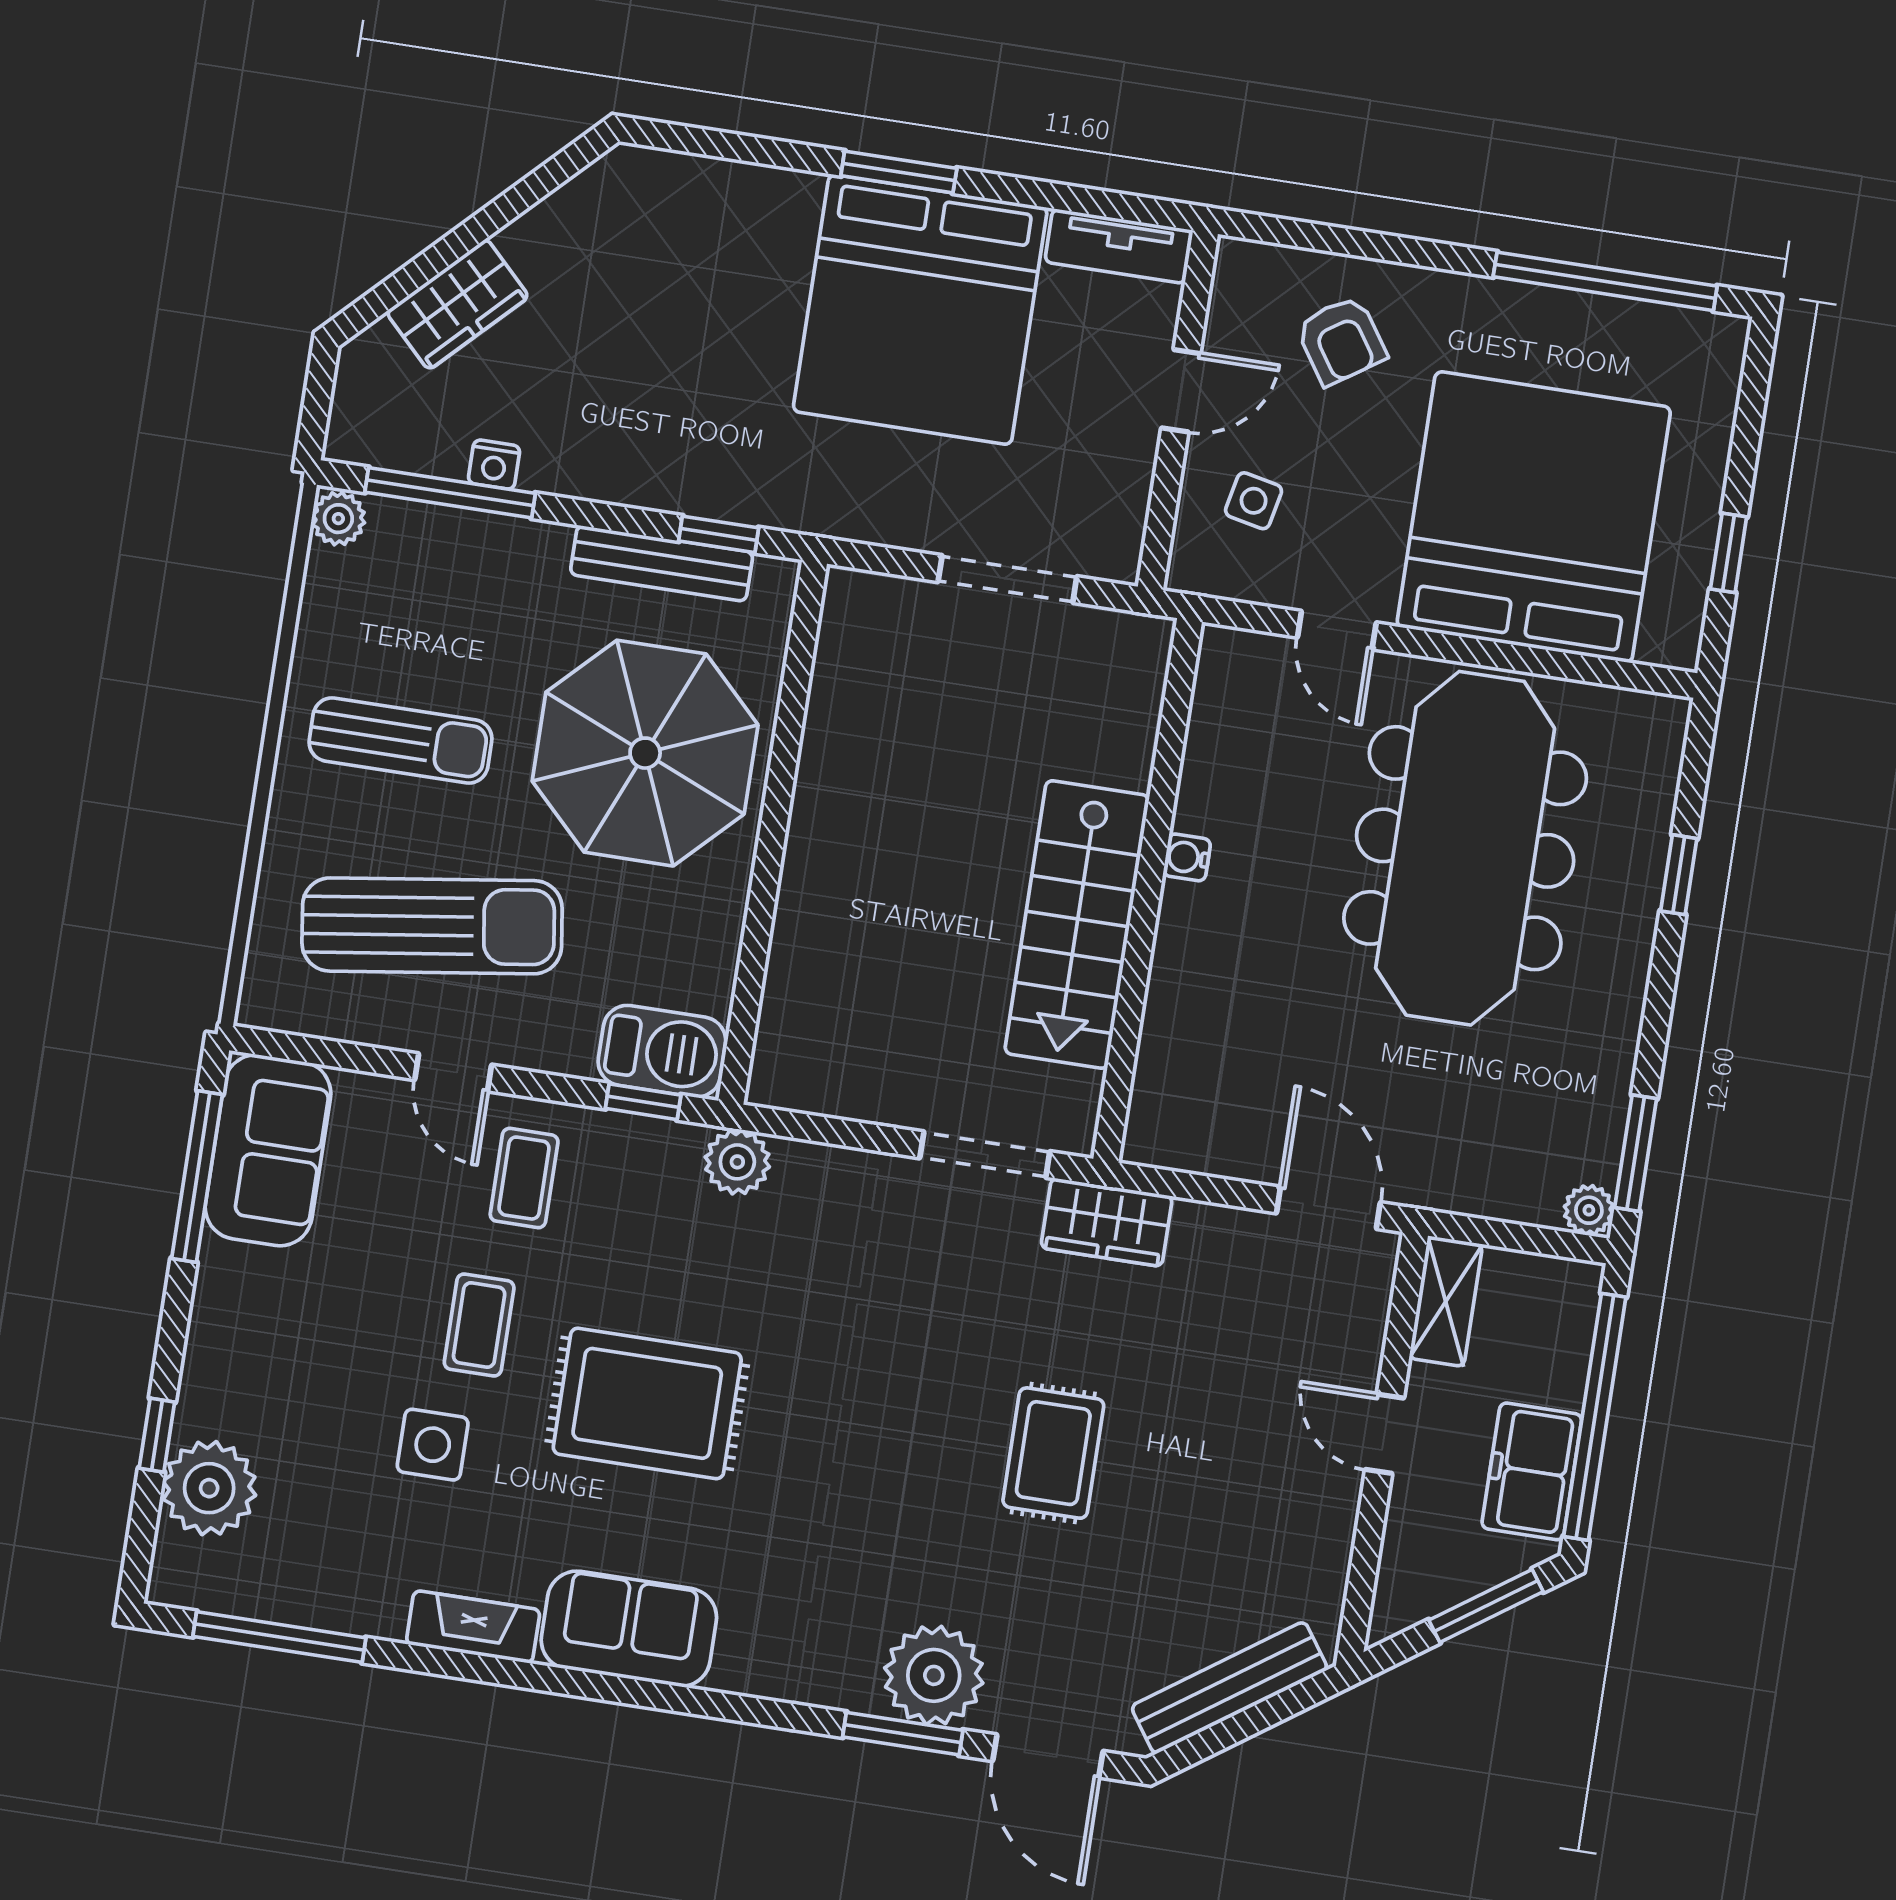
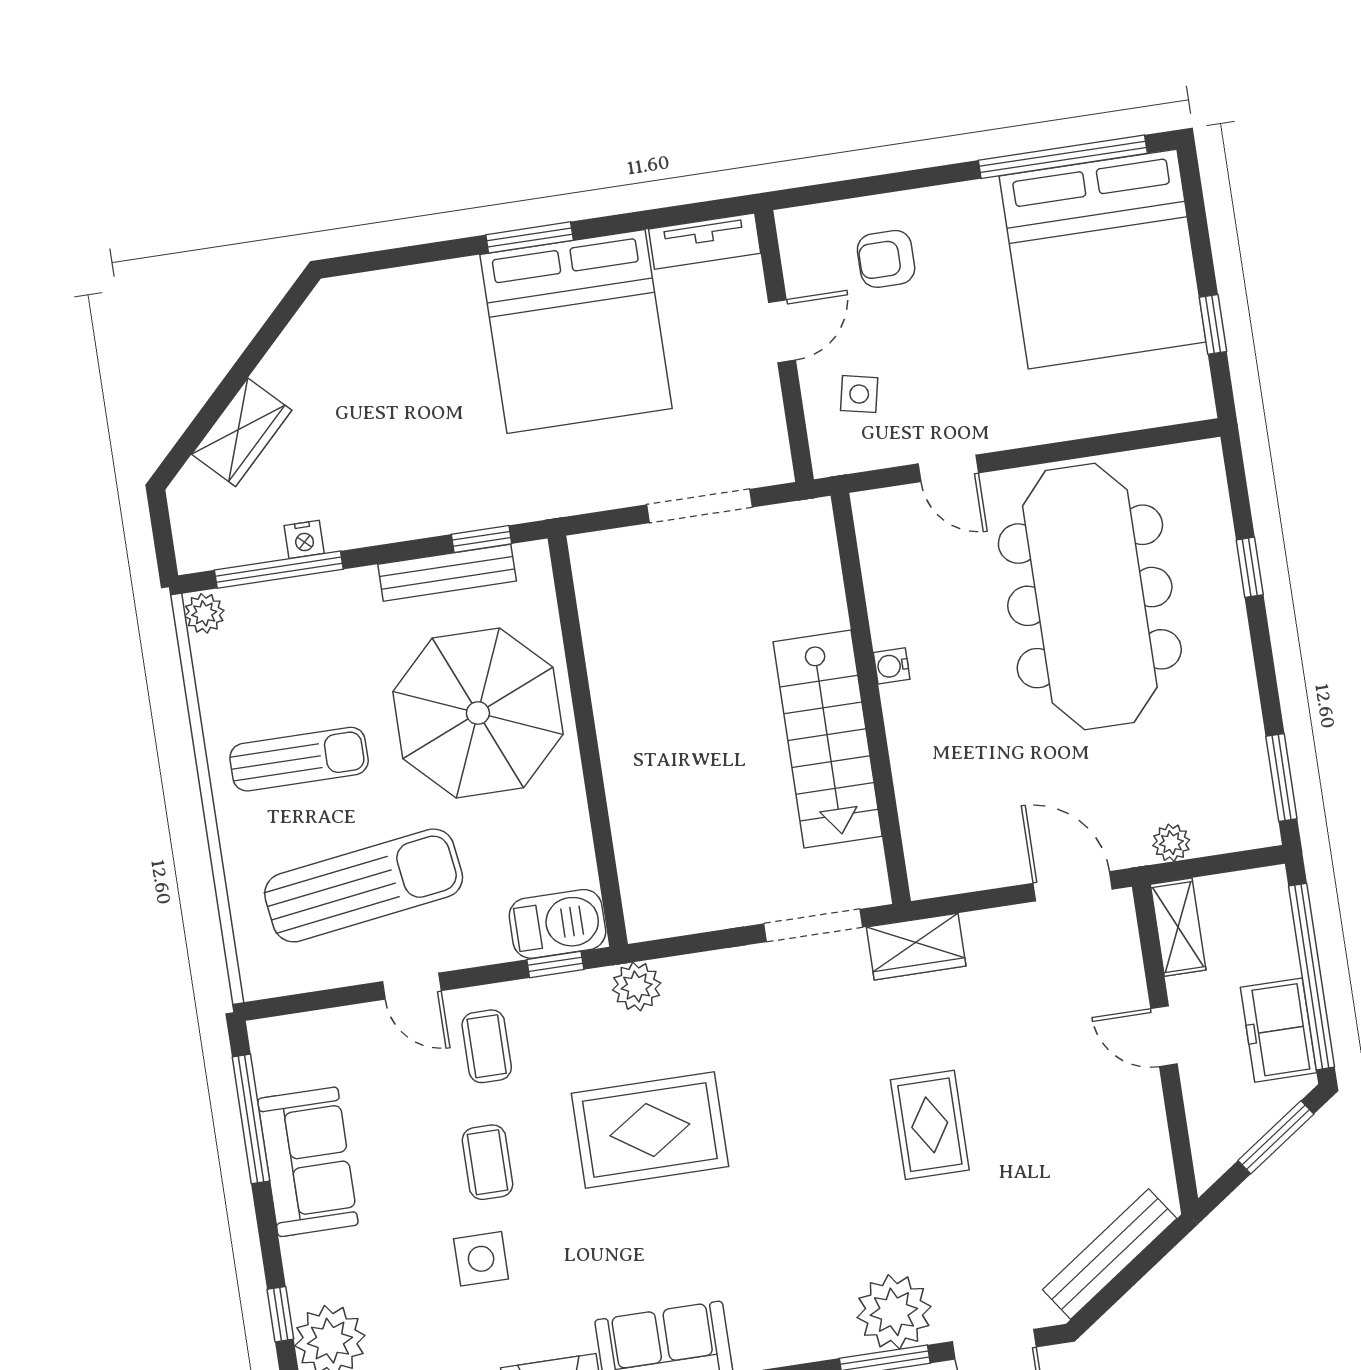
armchair: (1341, 341) -> (886, 259), turned 124
bed: (1534, 517) -> (1103, 259), moved, turned 180
sofa: (268, 1150) -> (308, 1162), moved
plant: (1589, 1210) -> (1171, 843), moved
rug: (647, 1403) -> (650, 1130), moved

